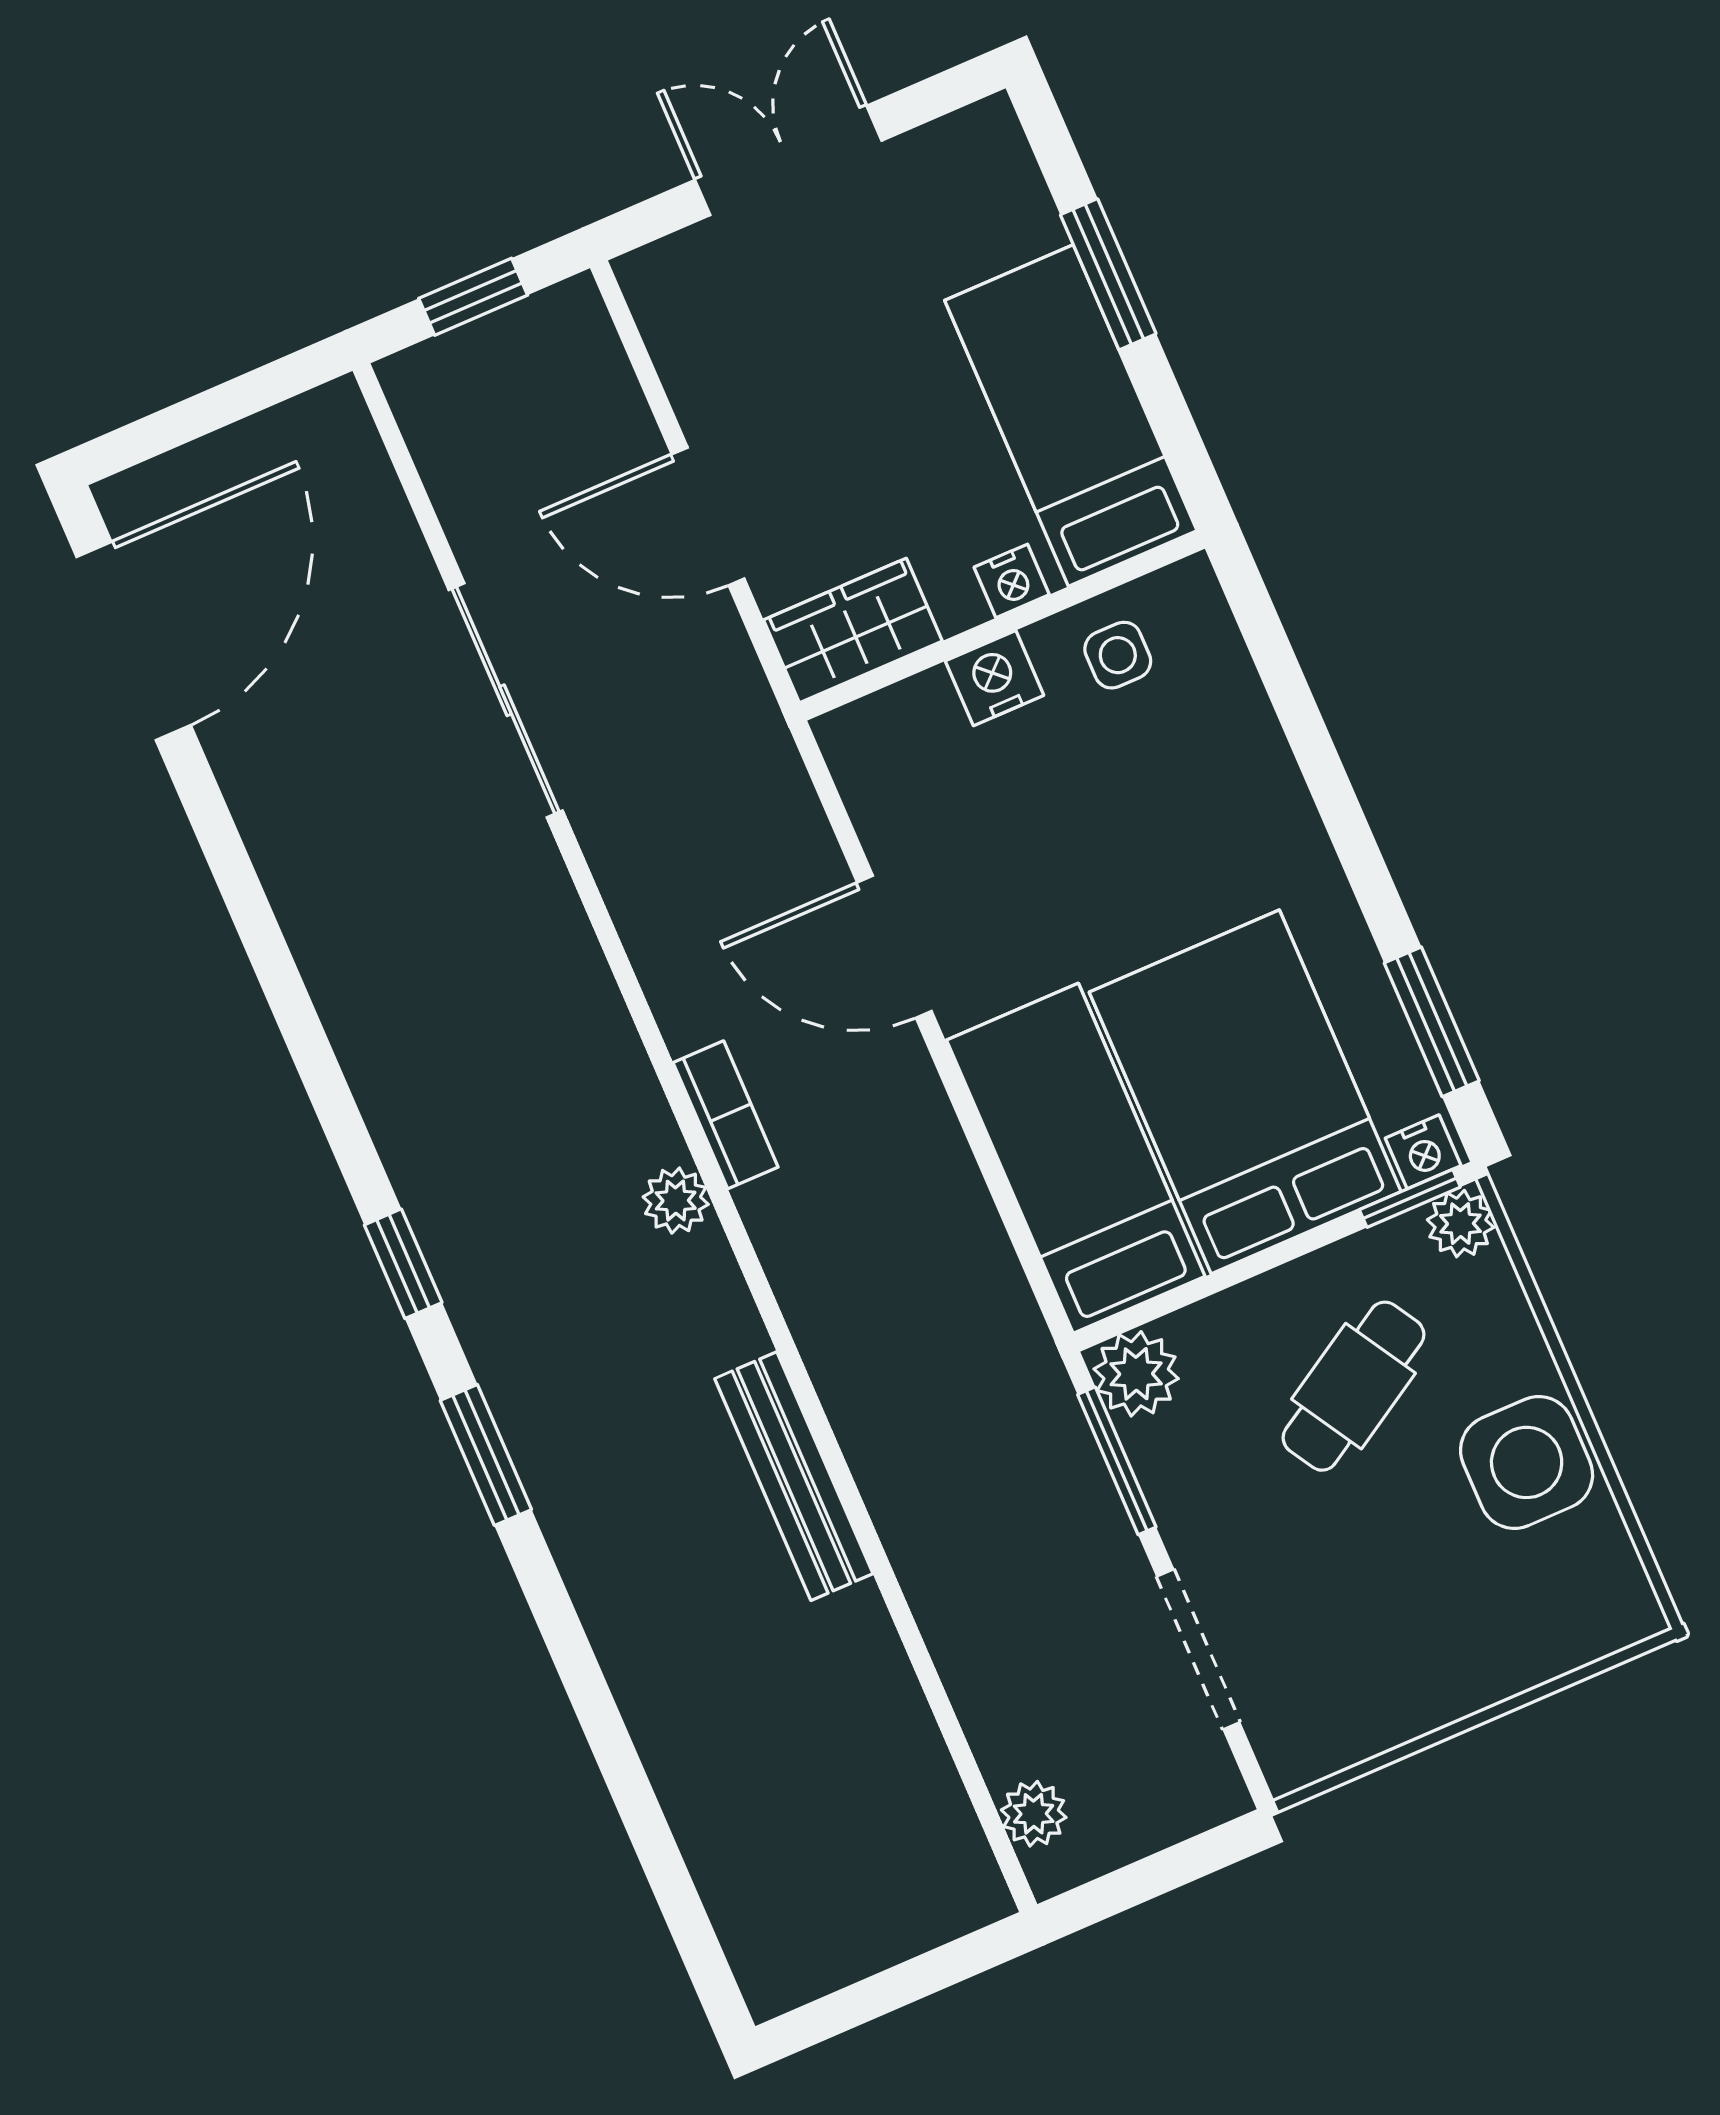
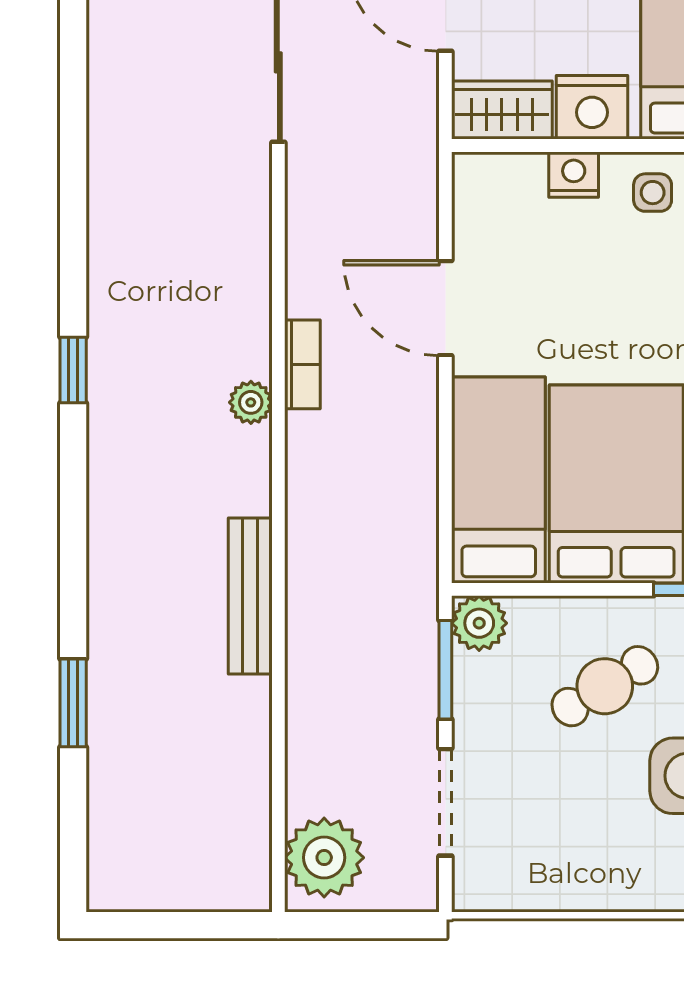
nightstand: (1012, 581) -> (592, 107), width x1.89, depth x1.79
window: (486, 1455) -> (73, 703), moved
plant: (1034, 1814) -> (324, 858), width x1.87, depth x1.87

